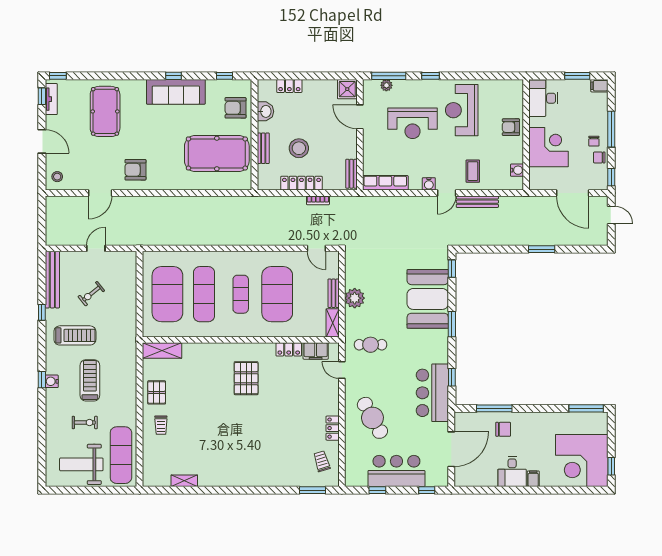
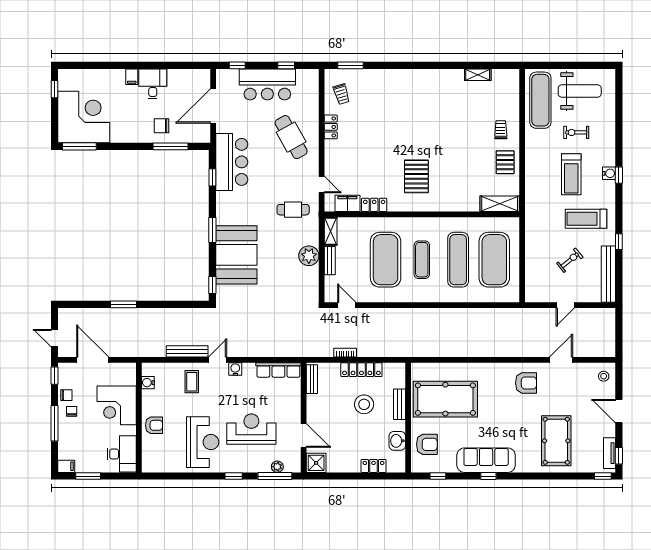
corner desk: (582, 461) -> (84, 117), moved

